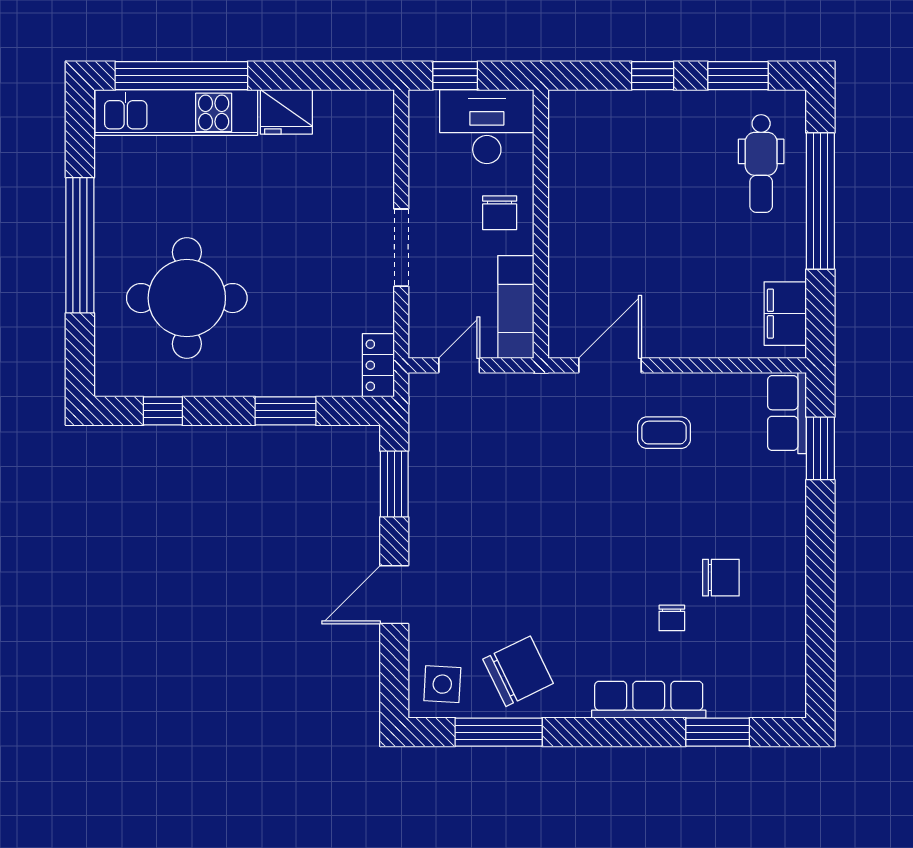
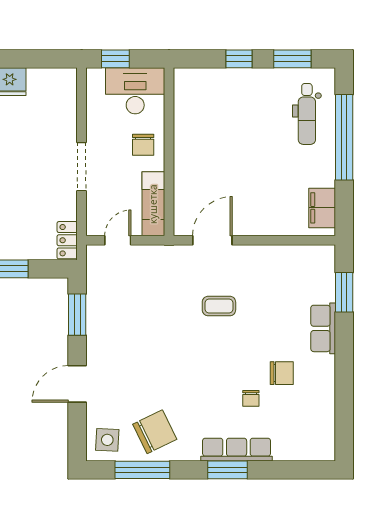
row of seats: (787, 413) -> (323, 328), moved
coffee table: (664, 433) -> (219, 306), moved
window: (718, 732) -> (227, 470), moved

